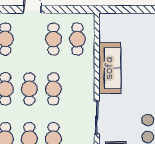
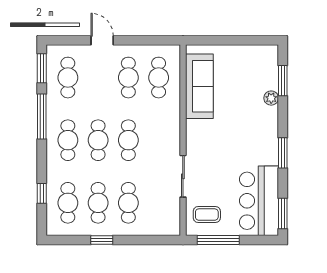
sofa: (110, 68) -> (199, 86), moved

